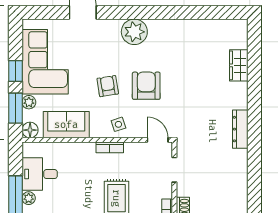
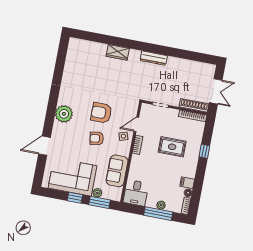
wardrobe: (239, 65) -> (118, 52), moved
dresser: (240, 129) -> (154, 58), moved
floor lamp: (30, 130) -> (116, 196), removed
door: (158, 140) -> (136, 124), moved
desk: (40, 174) -> (136, 193), moved

